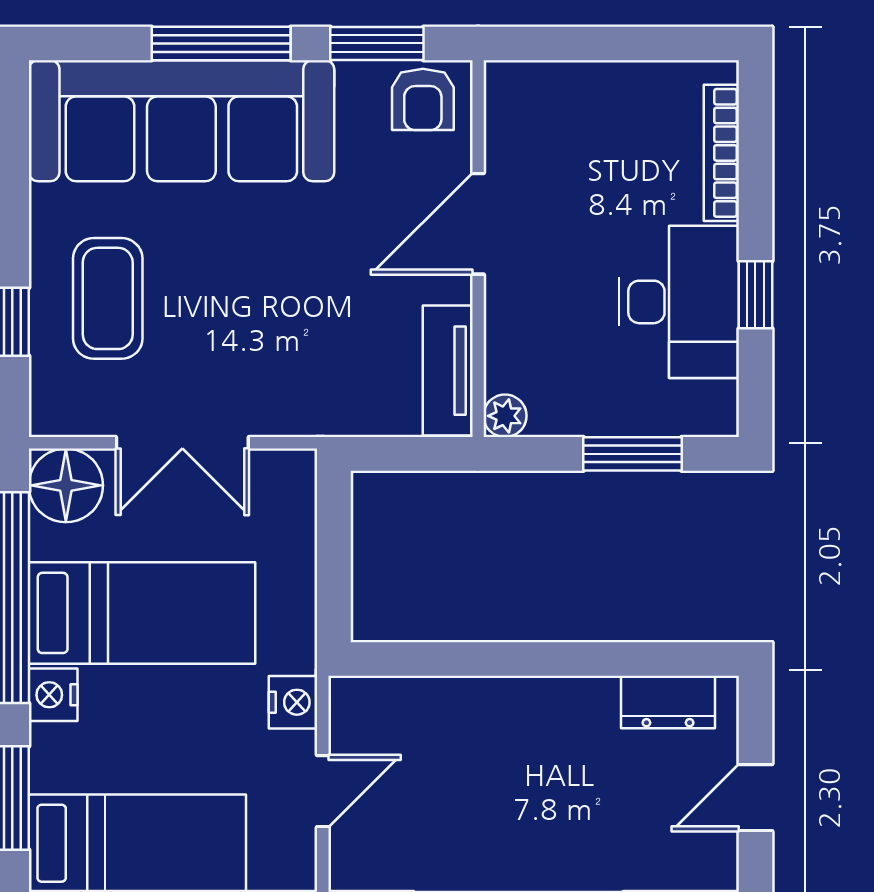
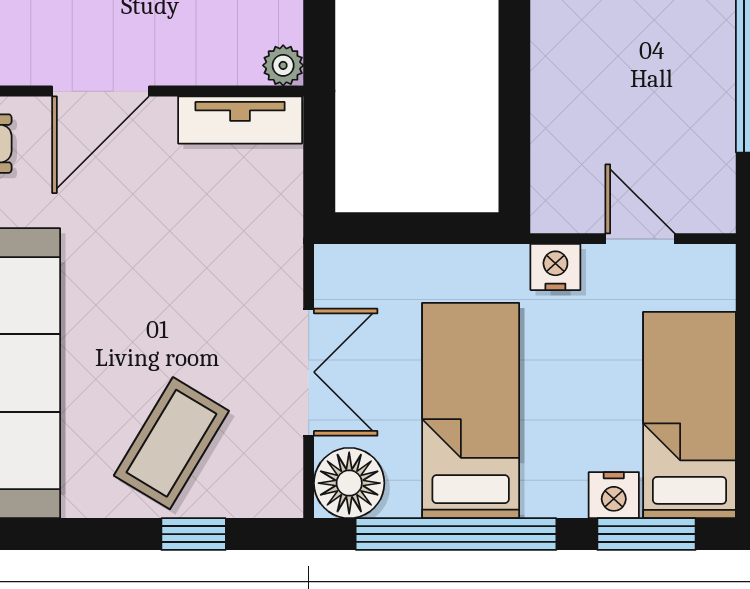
door: (478, 224) -> (100, 91), hinge flipped
coffee table: (108, 298) -> (171, 443), turned -59
nightstand: (53, 695) -> (614, 495), moved

